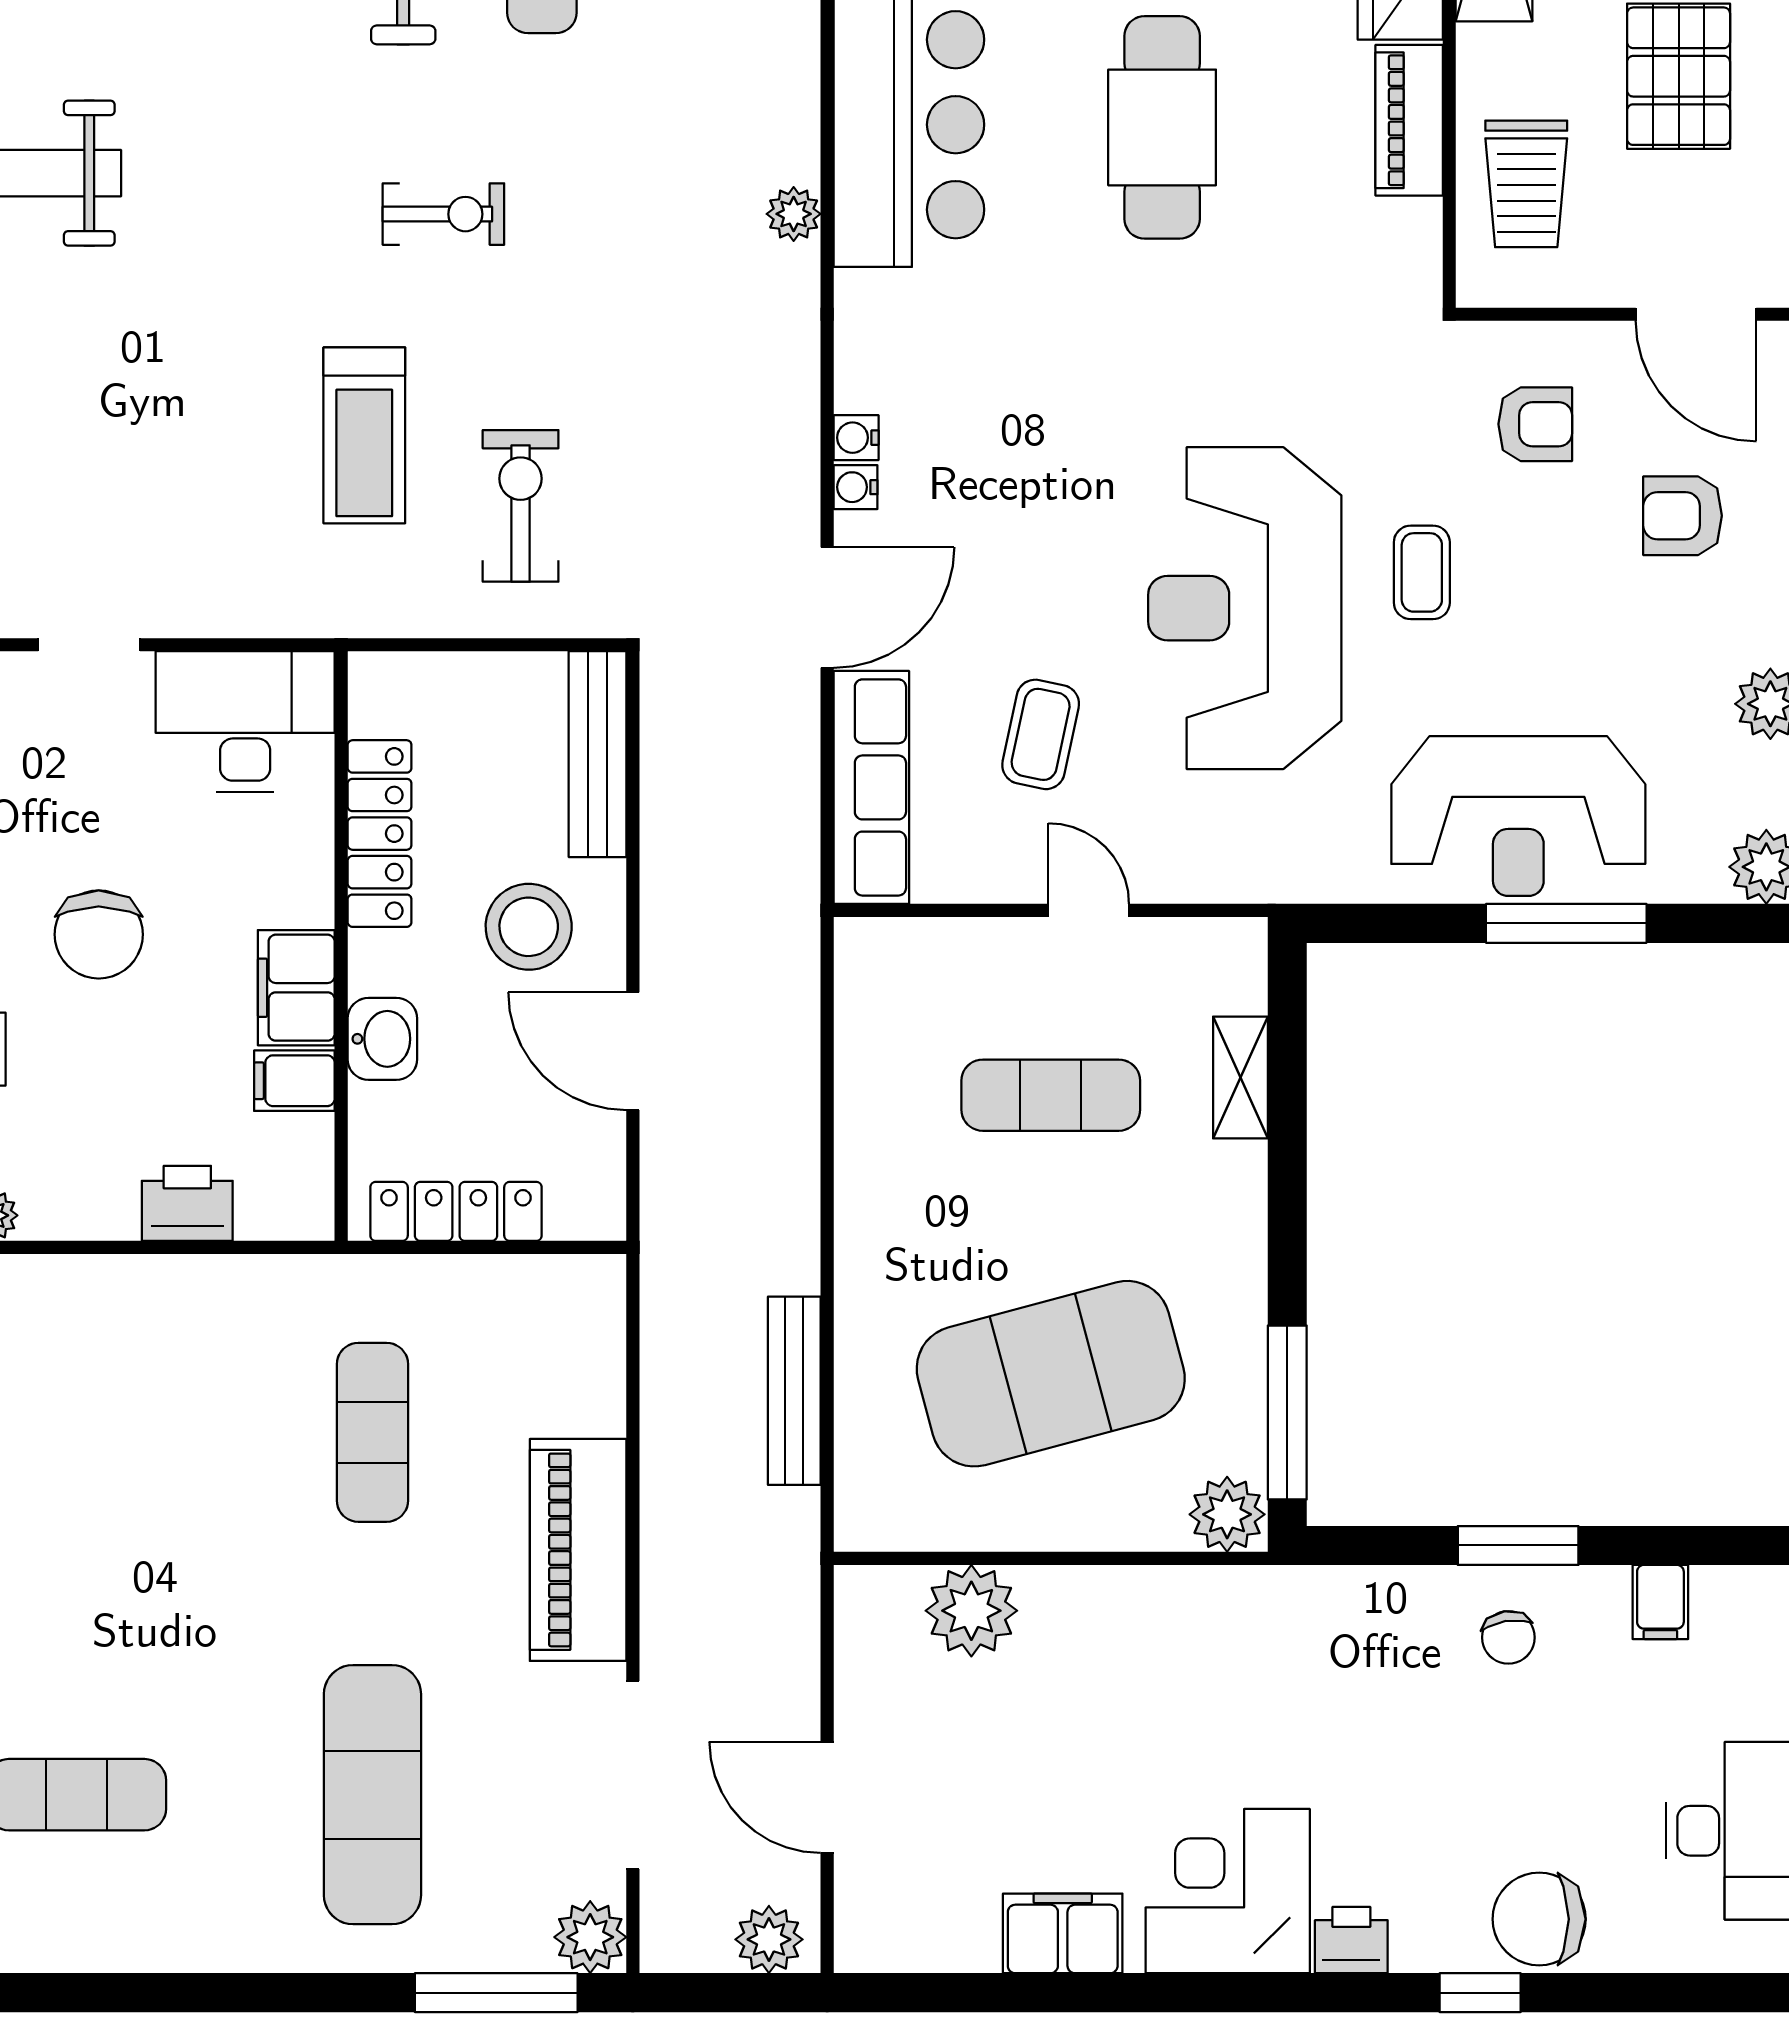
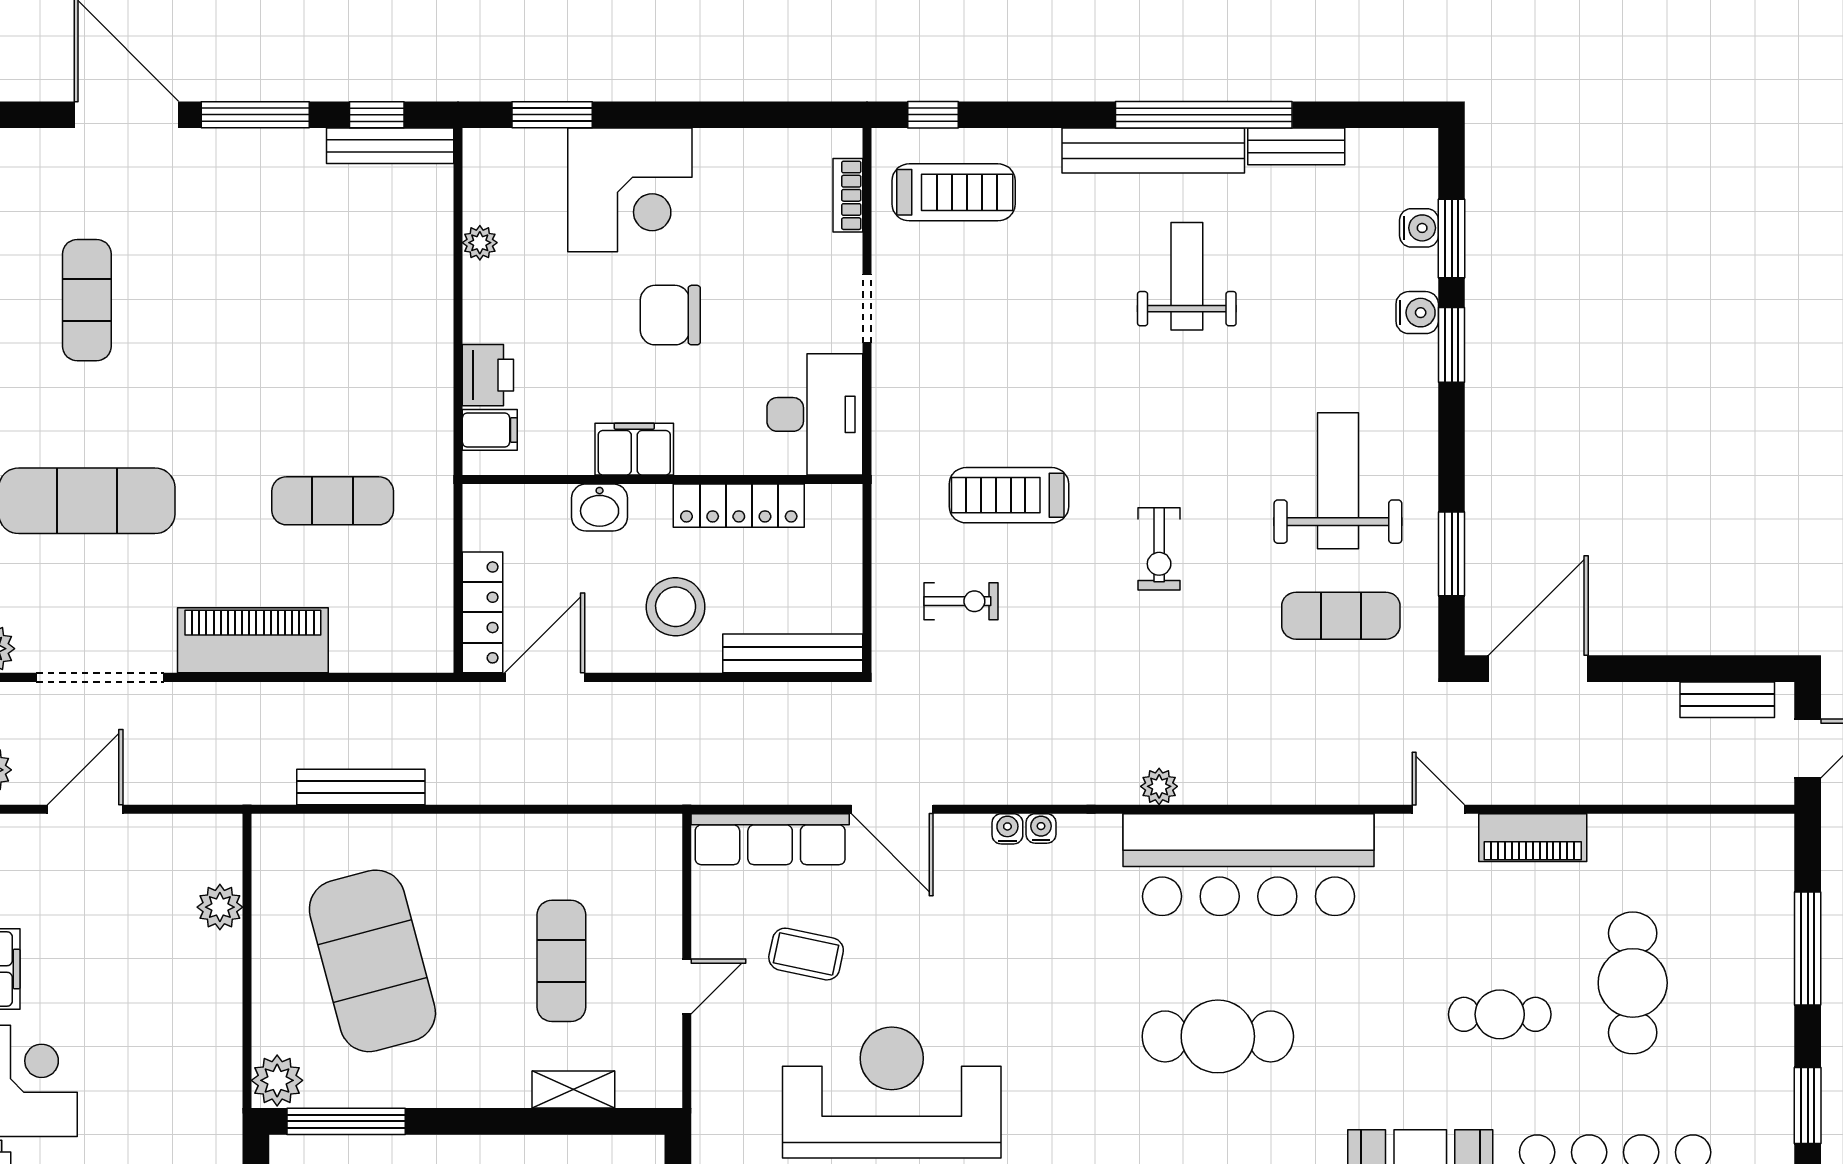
water cooler: (856, 487) -> (1041, 828), moved
exercise bike: (521, 506) -> (961, 601), width x0.73, depth x0.72
door: (633, 1051) -> (545, 677), moved
filing cabinet: (294, 1081) -> (490, 430), moved, turned 90
locker: (456, 1211) -> (483, 612), moved
plant: (971, 1611) -> (220, 907), width x0.73, depth x0.73

